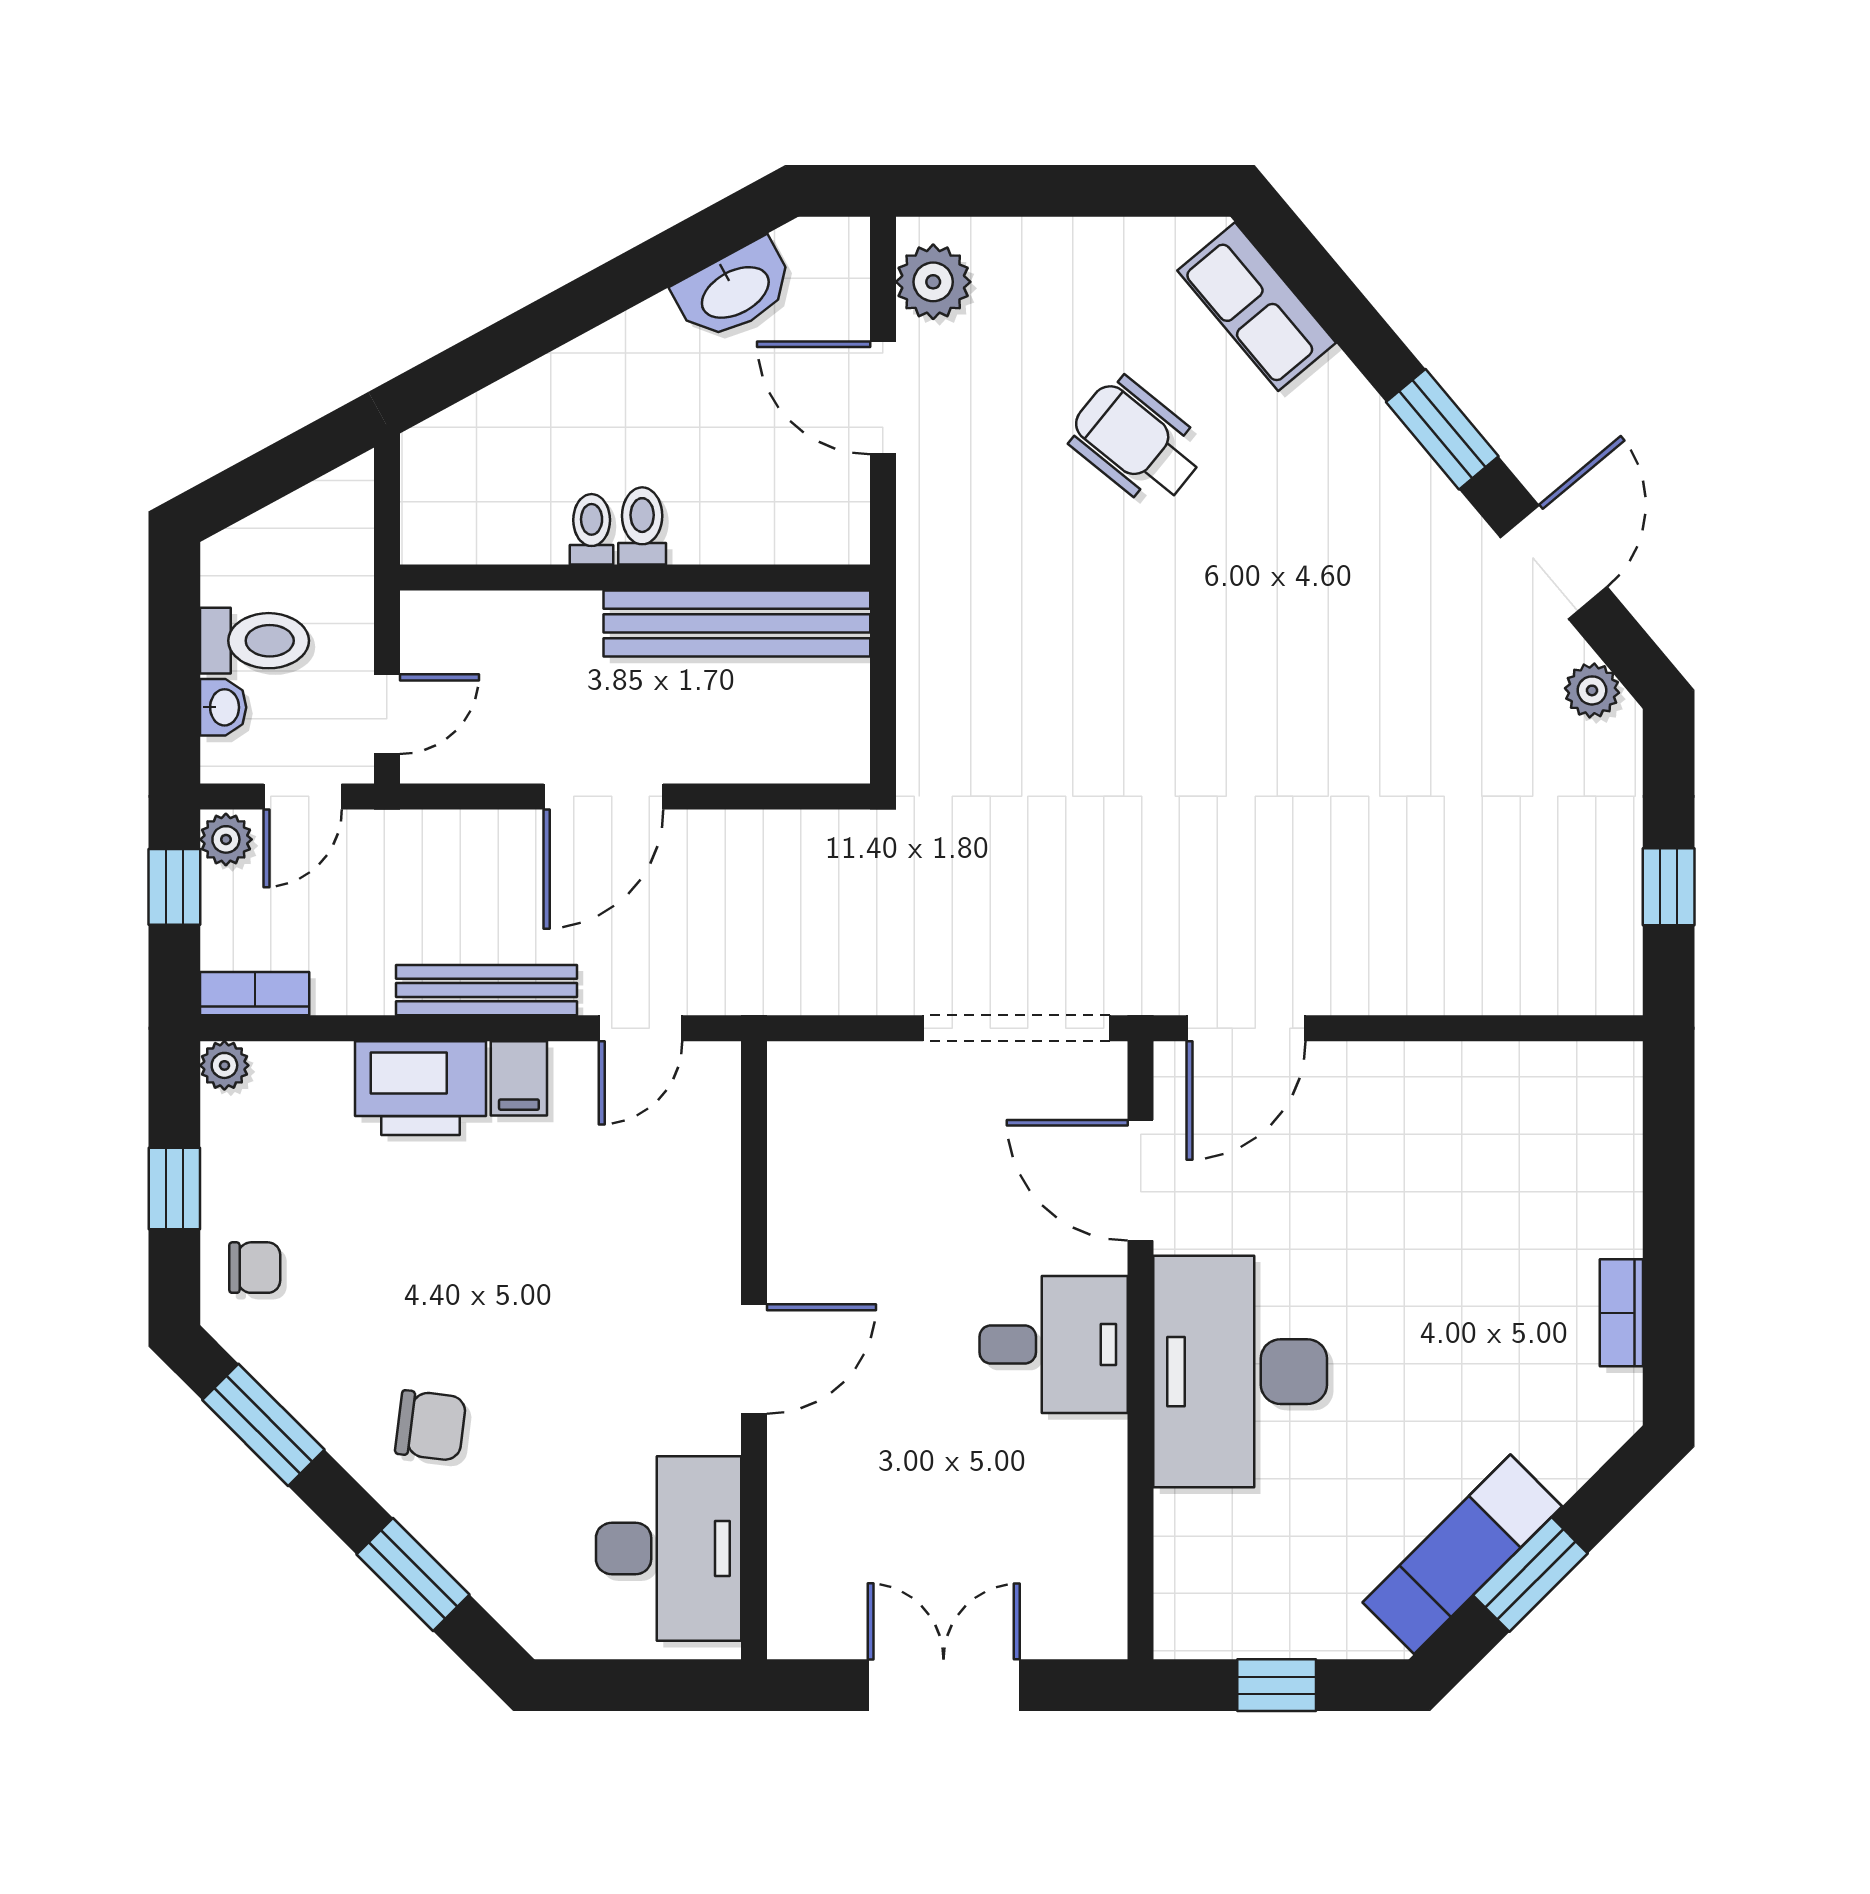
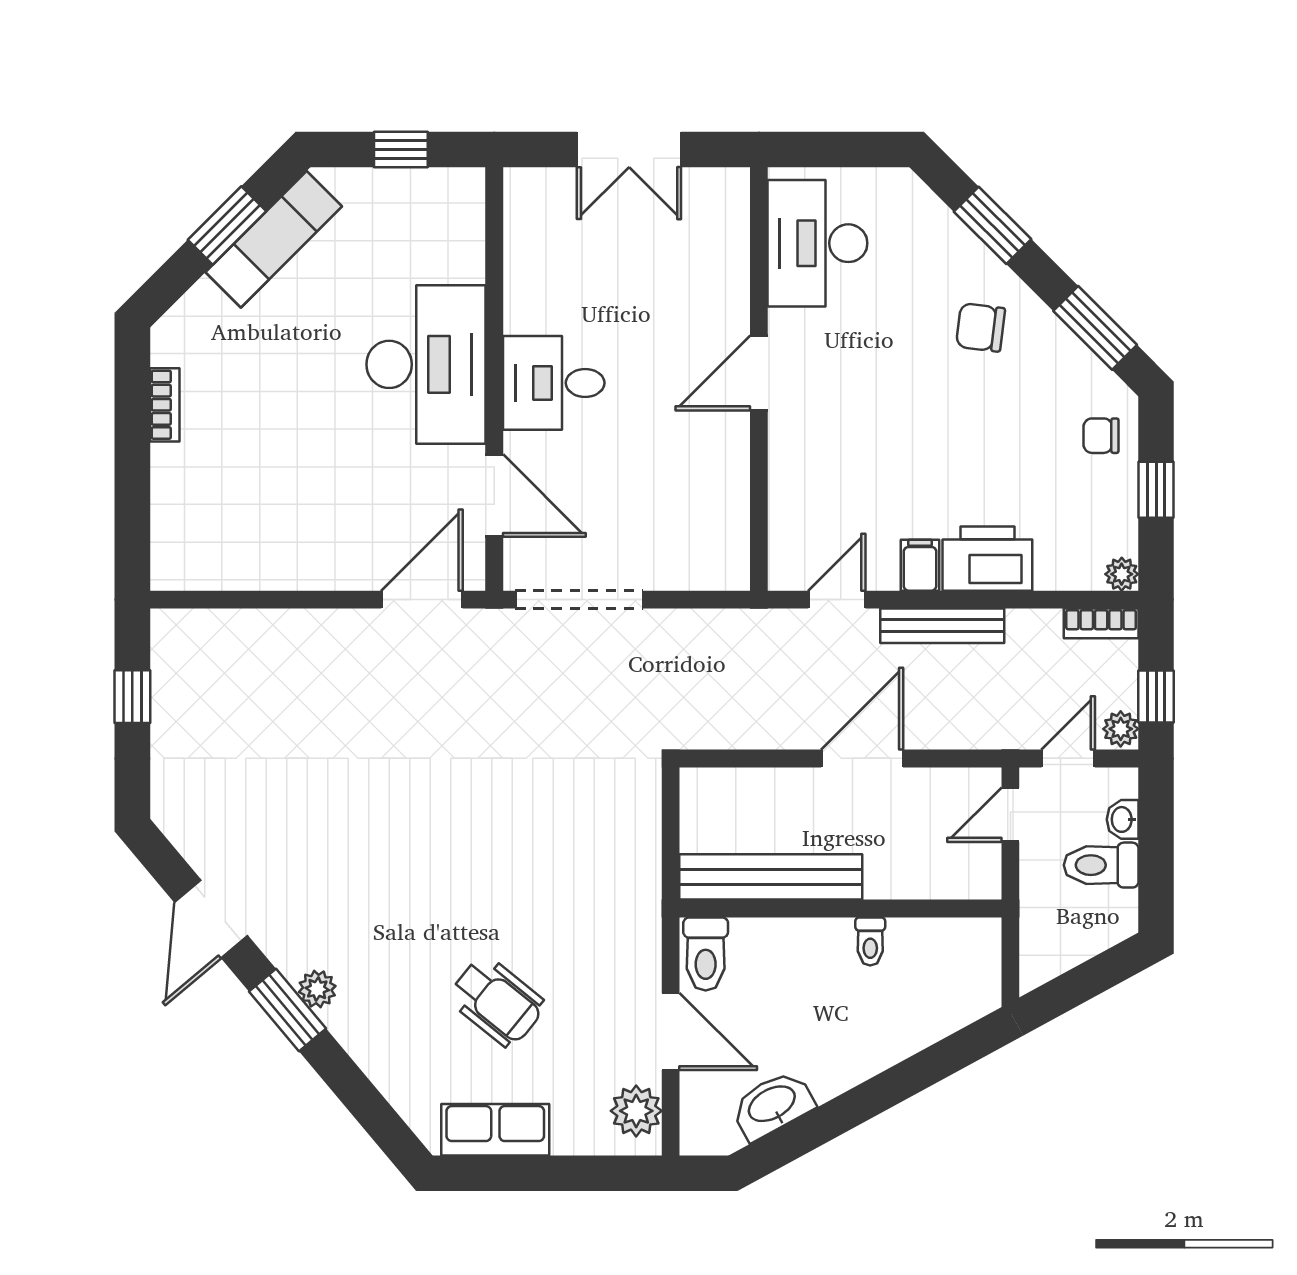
row of seats: (1257, 307) -> (495, 1130), moved, turned -50
toilet: (642, 526) -> (706, 954), moved, width x1.37, depth x1.39
plant: (1592, 690) -> (317, 989), moved

